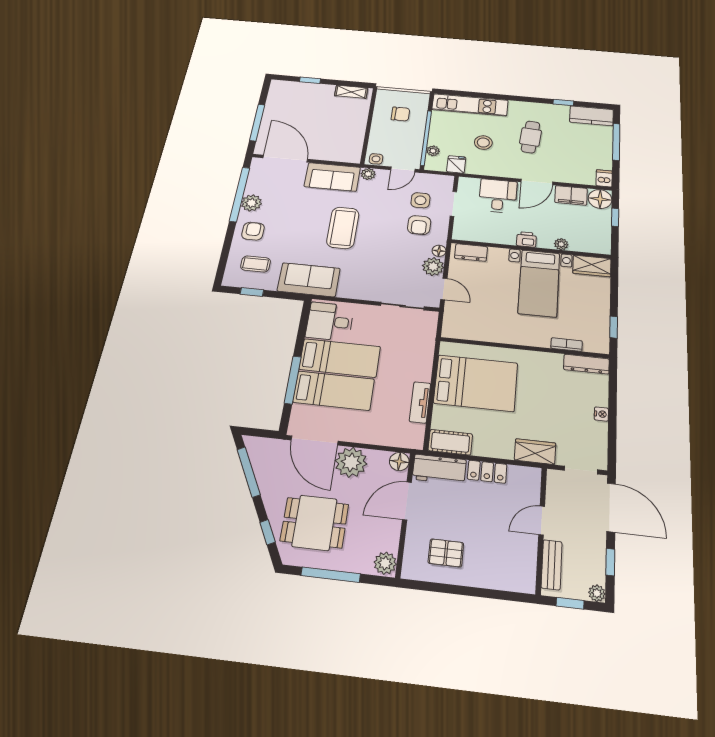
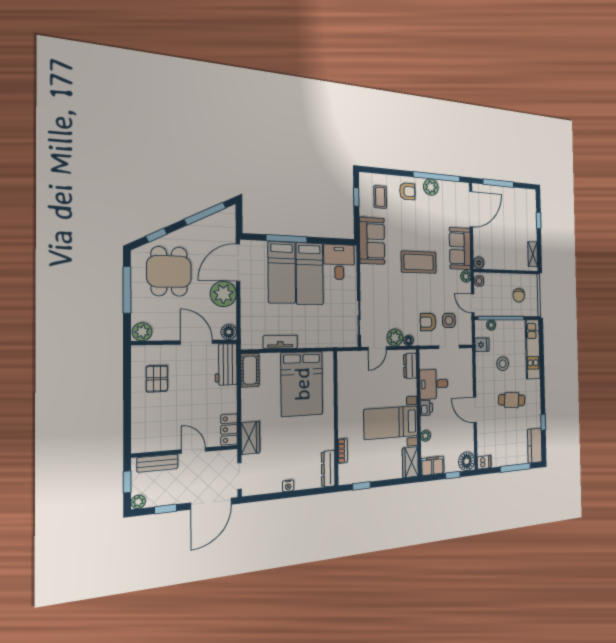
boiler: (353, 157) -> (479, 263), added
filing cabinet: (571, 195) -> (432, 466), moved, turned 90
desk: (498, 196) -> (434, 384), moved, turned 180
locker: (487, 472) -> (229, 429), moved

